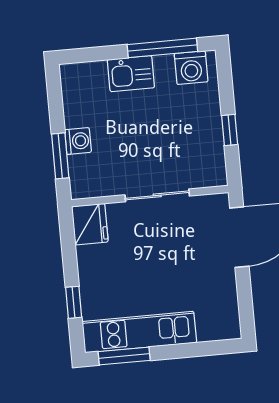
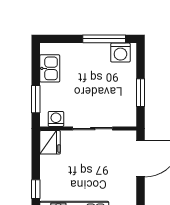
kitchen sink: (131, 74) -> (50, 68), moved, turned -90
window: (230, 130) -> (140, 93), width x1.50
washing machine: (78, 141) -> (56, 119), moved, turned -90

